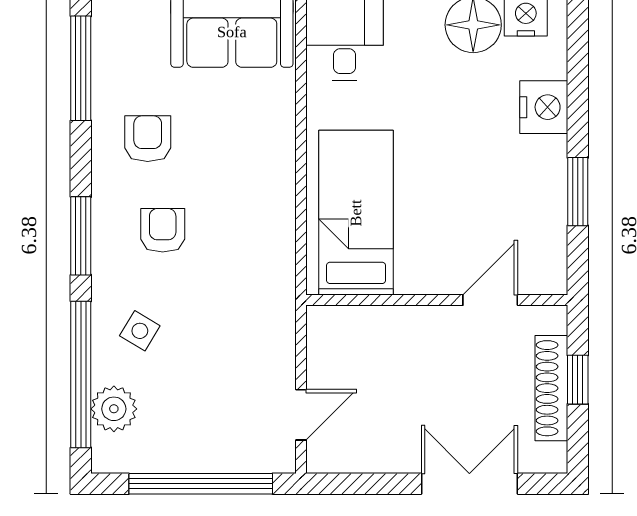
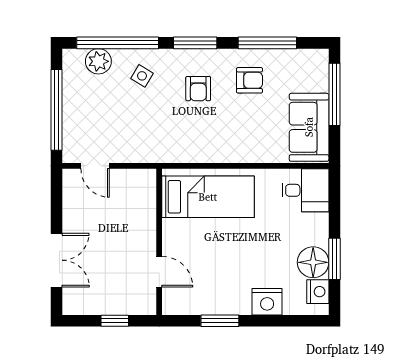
window: (81, 68) -> (267, 43), moved
armchair: (163, 230) -> (198, 89), turned 90
shoe rack: (551, 388) -> (110, 306), removed

